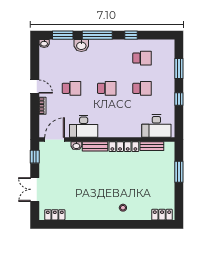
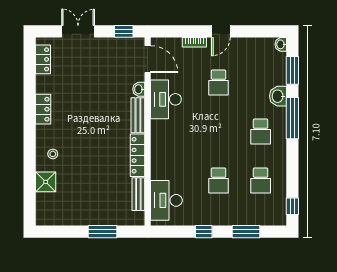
window: (131, 35) -> (292, 206), moved
school desk: (107, 88) -> (261, 132), moved
shower: (143, 213) -> (46, 182), added
locker: (162, 215) -> (43, 109), moved

